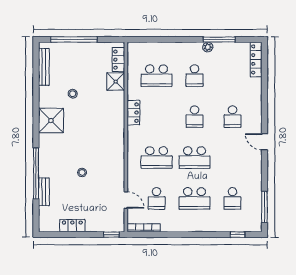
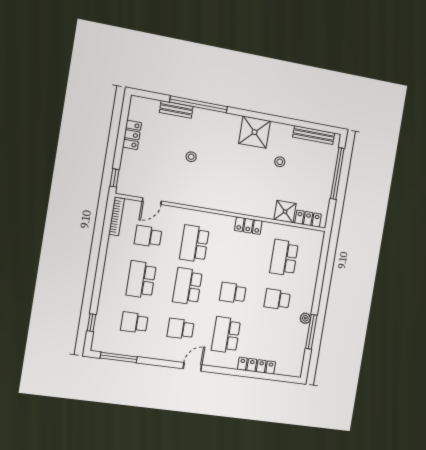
locker: (256, 59) -> (256, 366), moved
school desk: (232, 117) -> (226, 335), width x1.85
school desk: (232, 157) -> (181, 329), added

